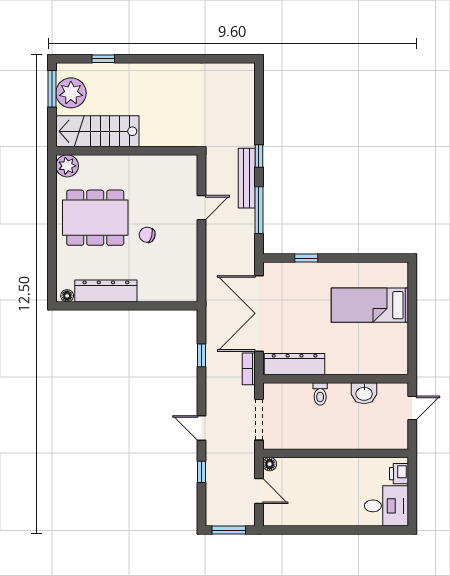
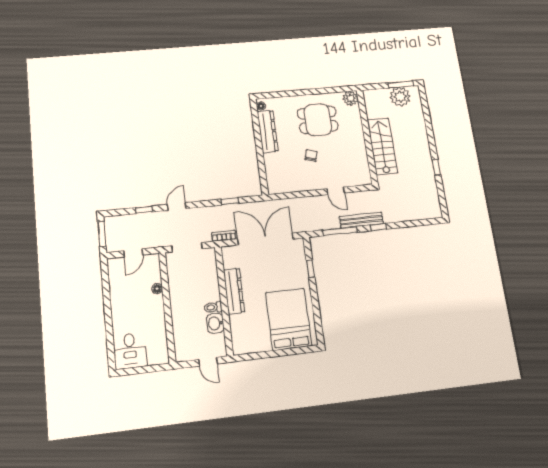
window: (103, 59) -> (436, 167), moved
stairs: (97, 131) -> (382, 146), moved
dining table: (95, 218) -> (318, 120), width x0.73
bed: (370, 305) -> (289, 319), width x1.50
dresser: (295, 364) -> (234, 291), moved
toilet: (320, 394) -> (213, 307), moved
floor lamp: (270, 464) -> (157, 289), moved
printer: (399, 474) -> (156, 358), removed

